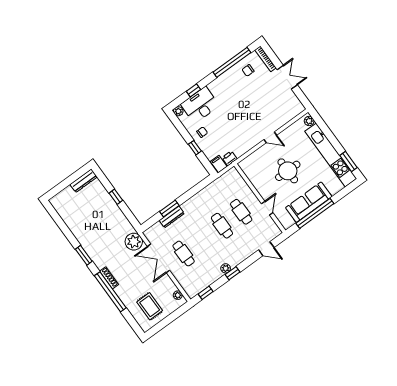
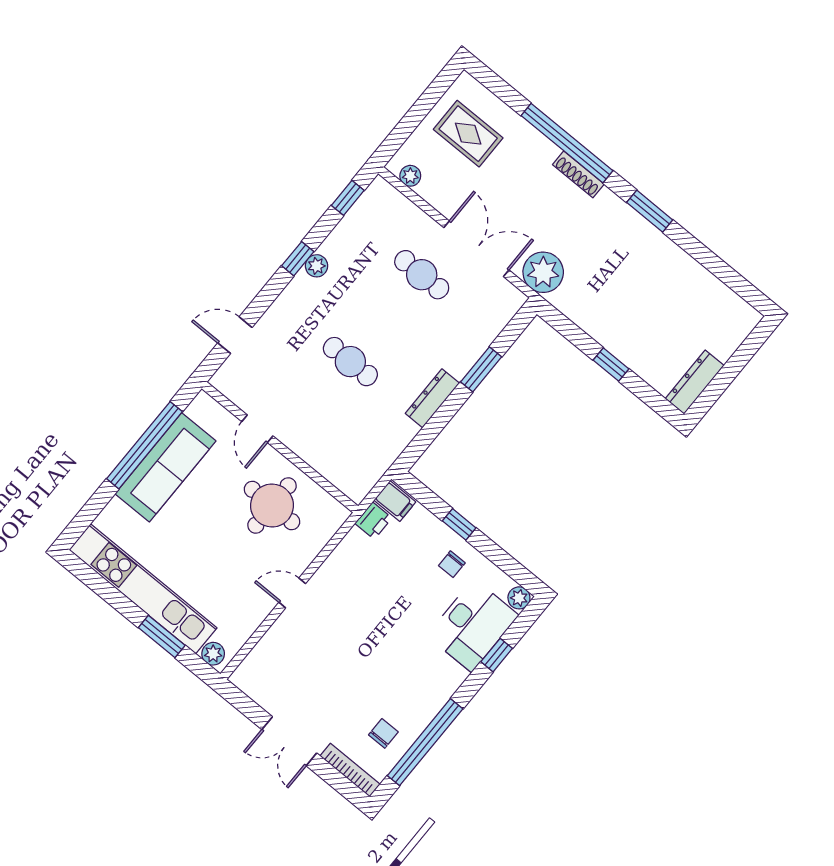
window: (349, 161) -> (162, 636), moved
round table: (288, 171) -> (272, 506), moved
cafe table: (241, 212) -> (315, 405), removed
dresser: (172, 217) -> (432, 398), moved

